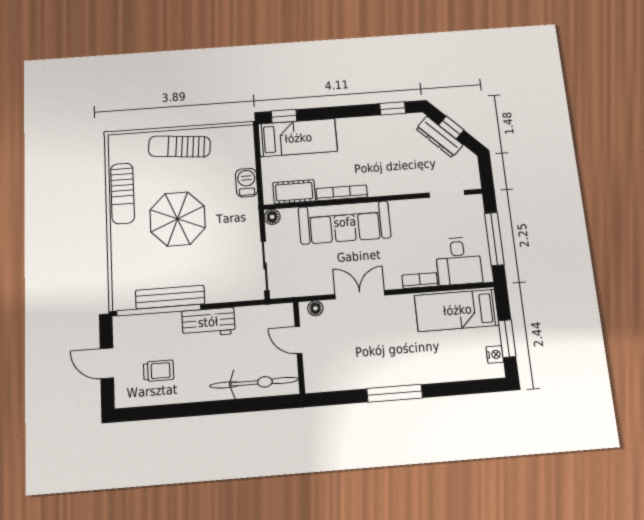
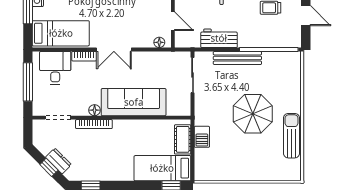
dresser: (439, 137) -> (58, 161), width x0.70
sun lounger: (179, 147) -> (249, 168), removed
cot: (294, 192) -> (183, 139), moved, turned 90
bookcase: (342, 193) -> (94, 124), moved
floor lamp: (272, 217) -> (95, 110), moved
double door: (360, 295) -> (114, 49), moved
bench: (170, 297) -> (237, 58), moved
workbench: (208, 322) -> (219, 38), moved

